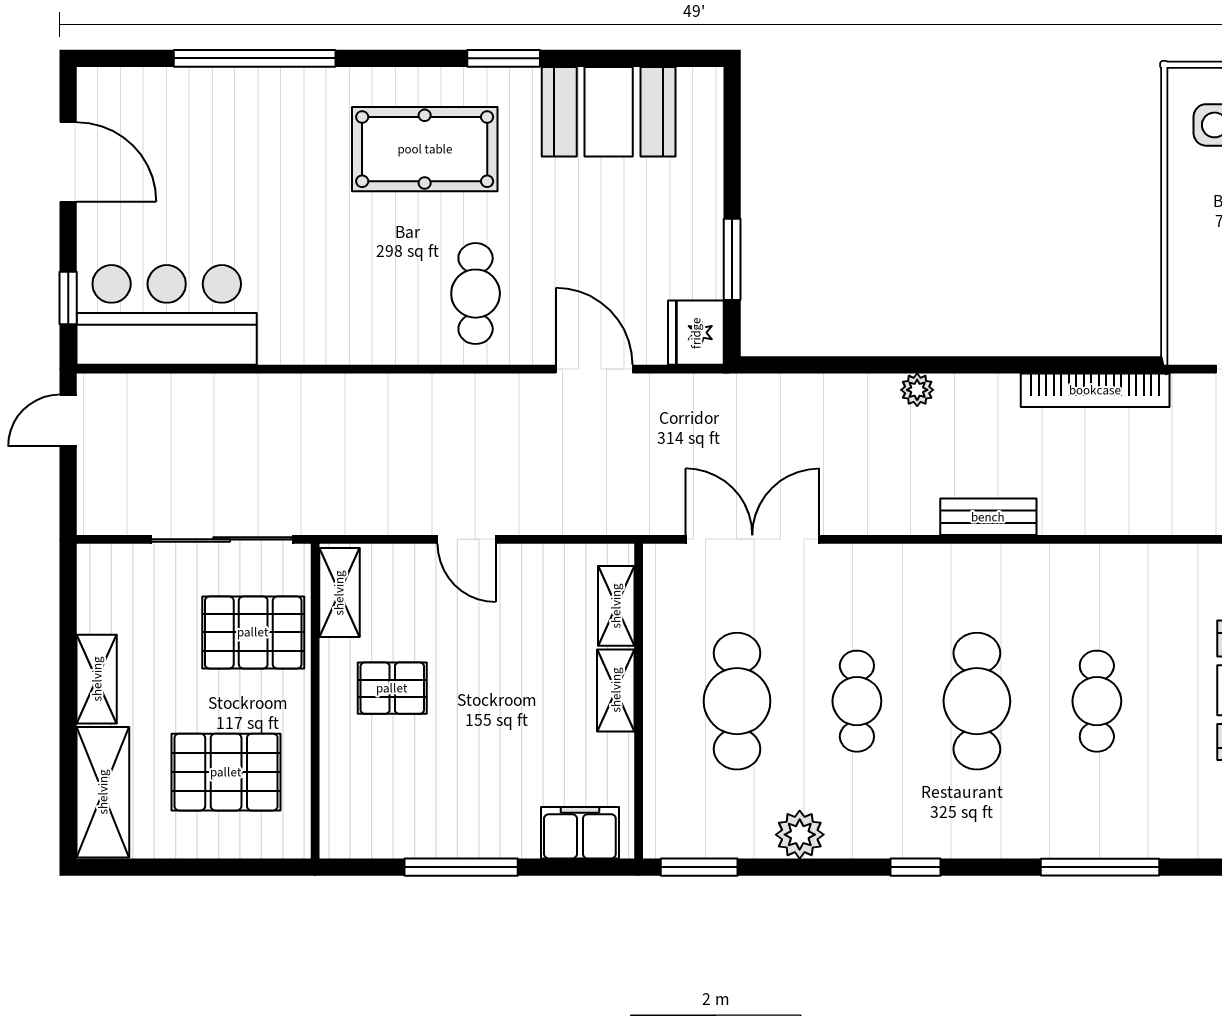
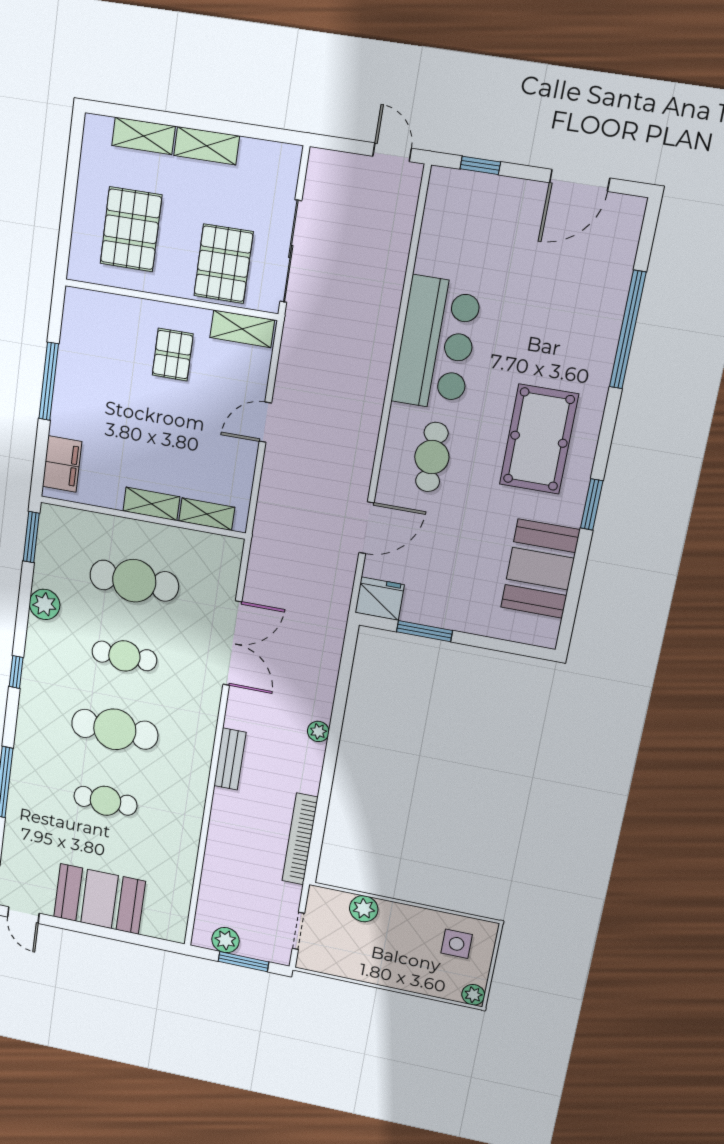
plant: (1188, 275) -> (364, 909), added
cafe table: (476, 294) -> (432, 457), turned 90
bar counter: (167, 315) -> (436, 344), moved
double door: (752, 539) -> (232, 643), moved
shelving: (103, 792) -> (144, 136), width x0.67, depth x0.75

